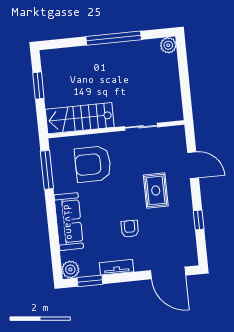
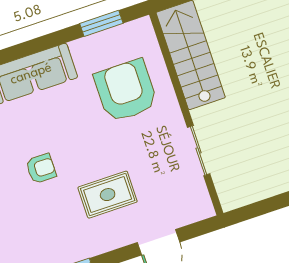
window: (47, 170) -> (101, 23), width x0.69

